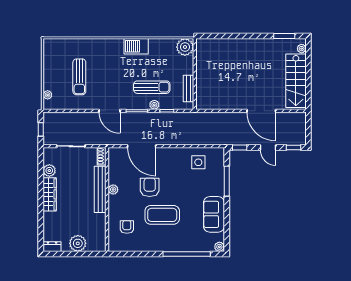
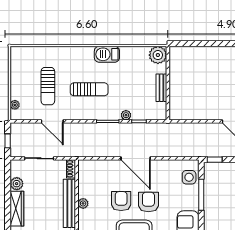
sun lounger: (152, 87) -> (89, 89), moved
bench: (188, 89) -> (161, 88), moved
door: (109, 111) -> (52, 121), moved
door: (142, 146) -> (136, 158), moved
side table: (198, 162) -> (189, 177), moved
armchair: (176, 188) -> (148, 202), added

